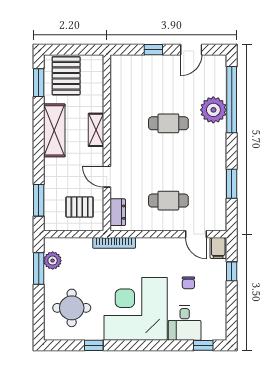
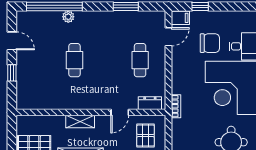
plant: (213, 110) -> (68, 17), width x0.53, depth x0.53
bookcase: (114, 243) -> (176, 106), width x0.64
chair: (188, 283) -> (210, 43), width x1.87, depth x1.87

